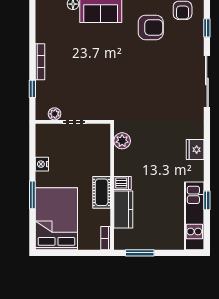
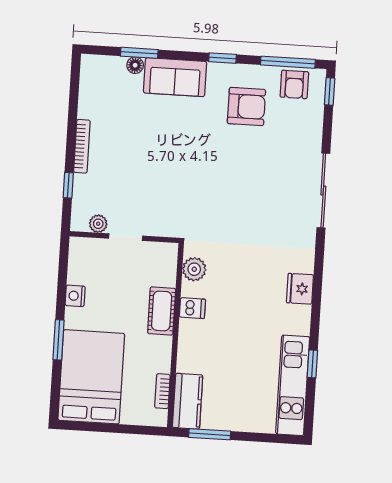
window: (207, 28) -> (330, 91), moved
dishwasher: (123, 183) -> (192, 308), moved
cot: (102, 192) -> (162, 311), moved
kitchen counter: (123, 210) -> (188, 401), moved
bookcase: (106, 238) -> (162, 391), moved

